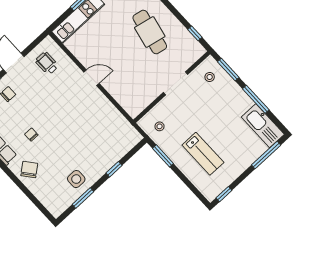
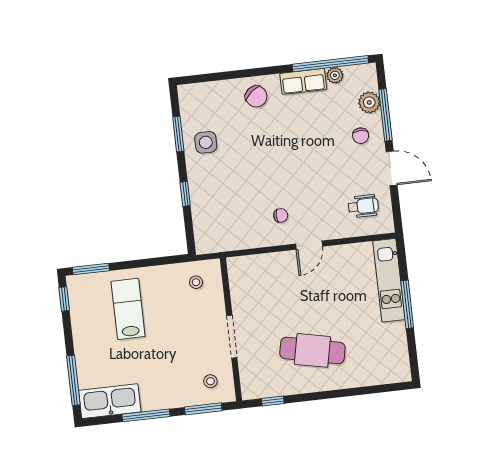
chair: (31, 135) -> (281, 215), moved
lab bench: (203, 154) -> (128, 309), turned 90
window: (163, 156) -> (91, 269), moved

